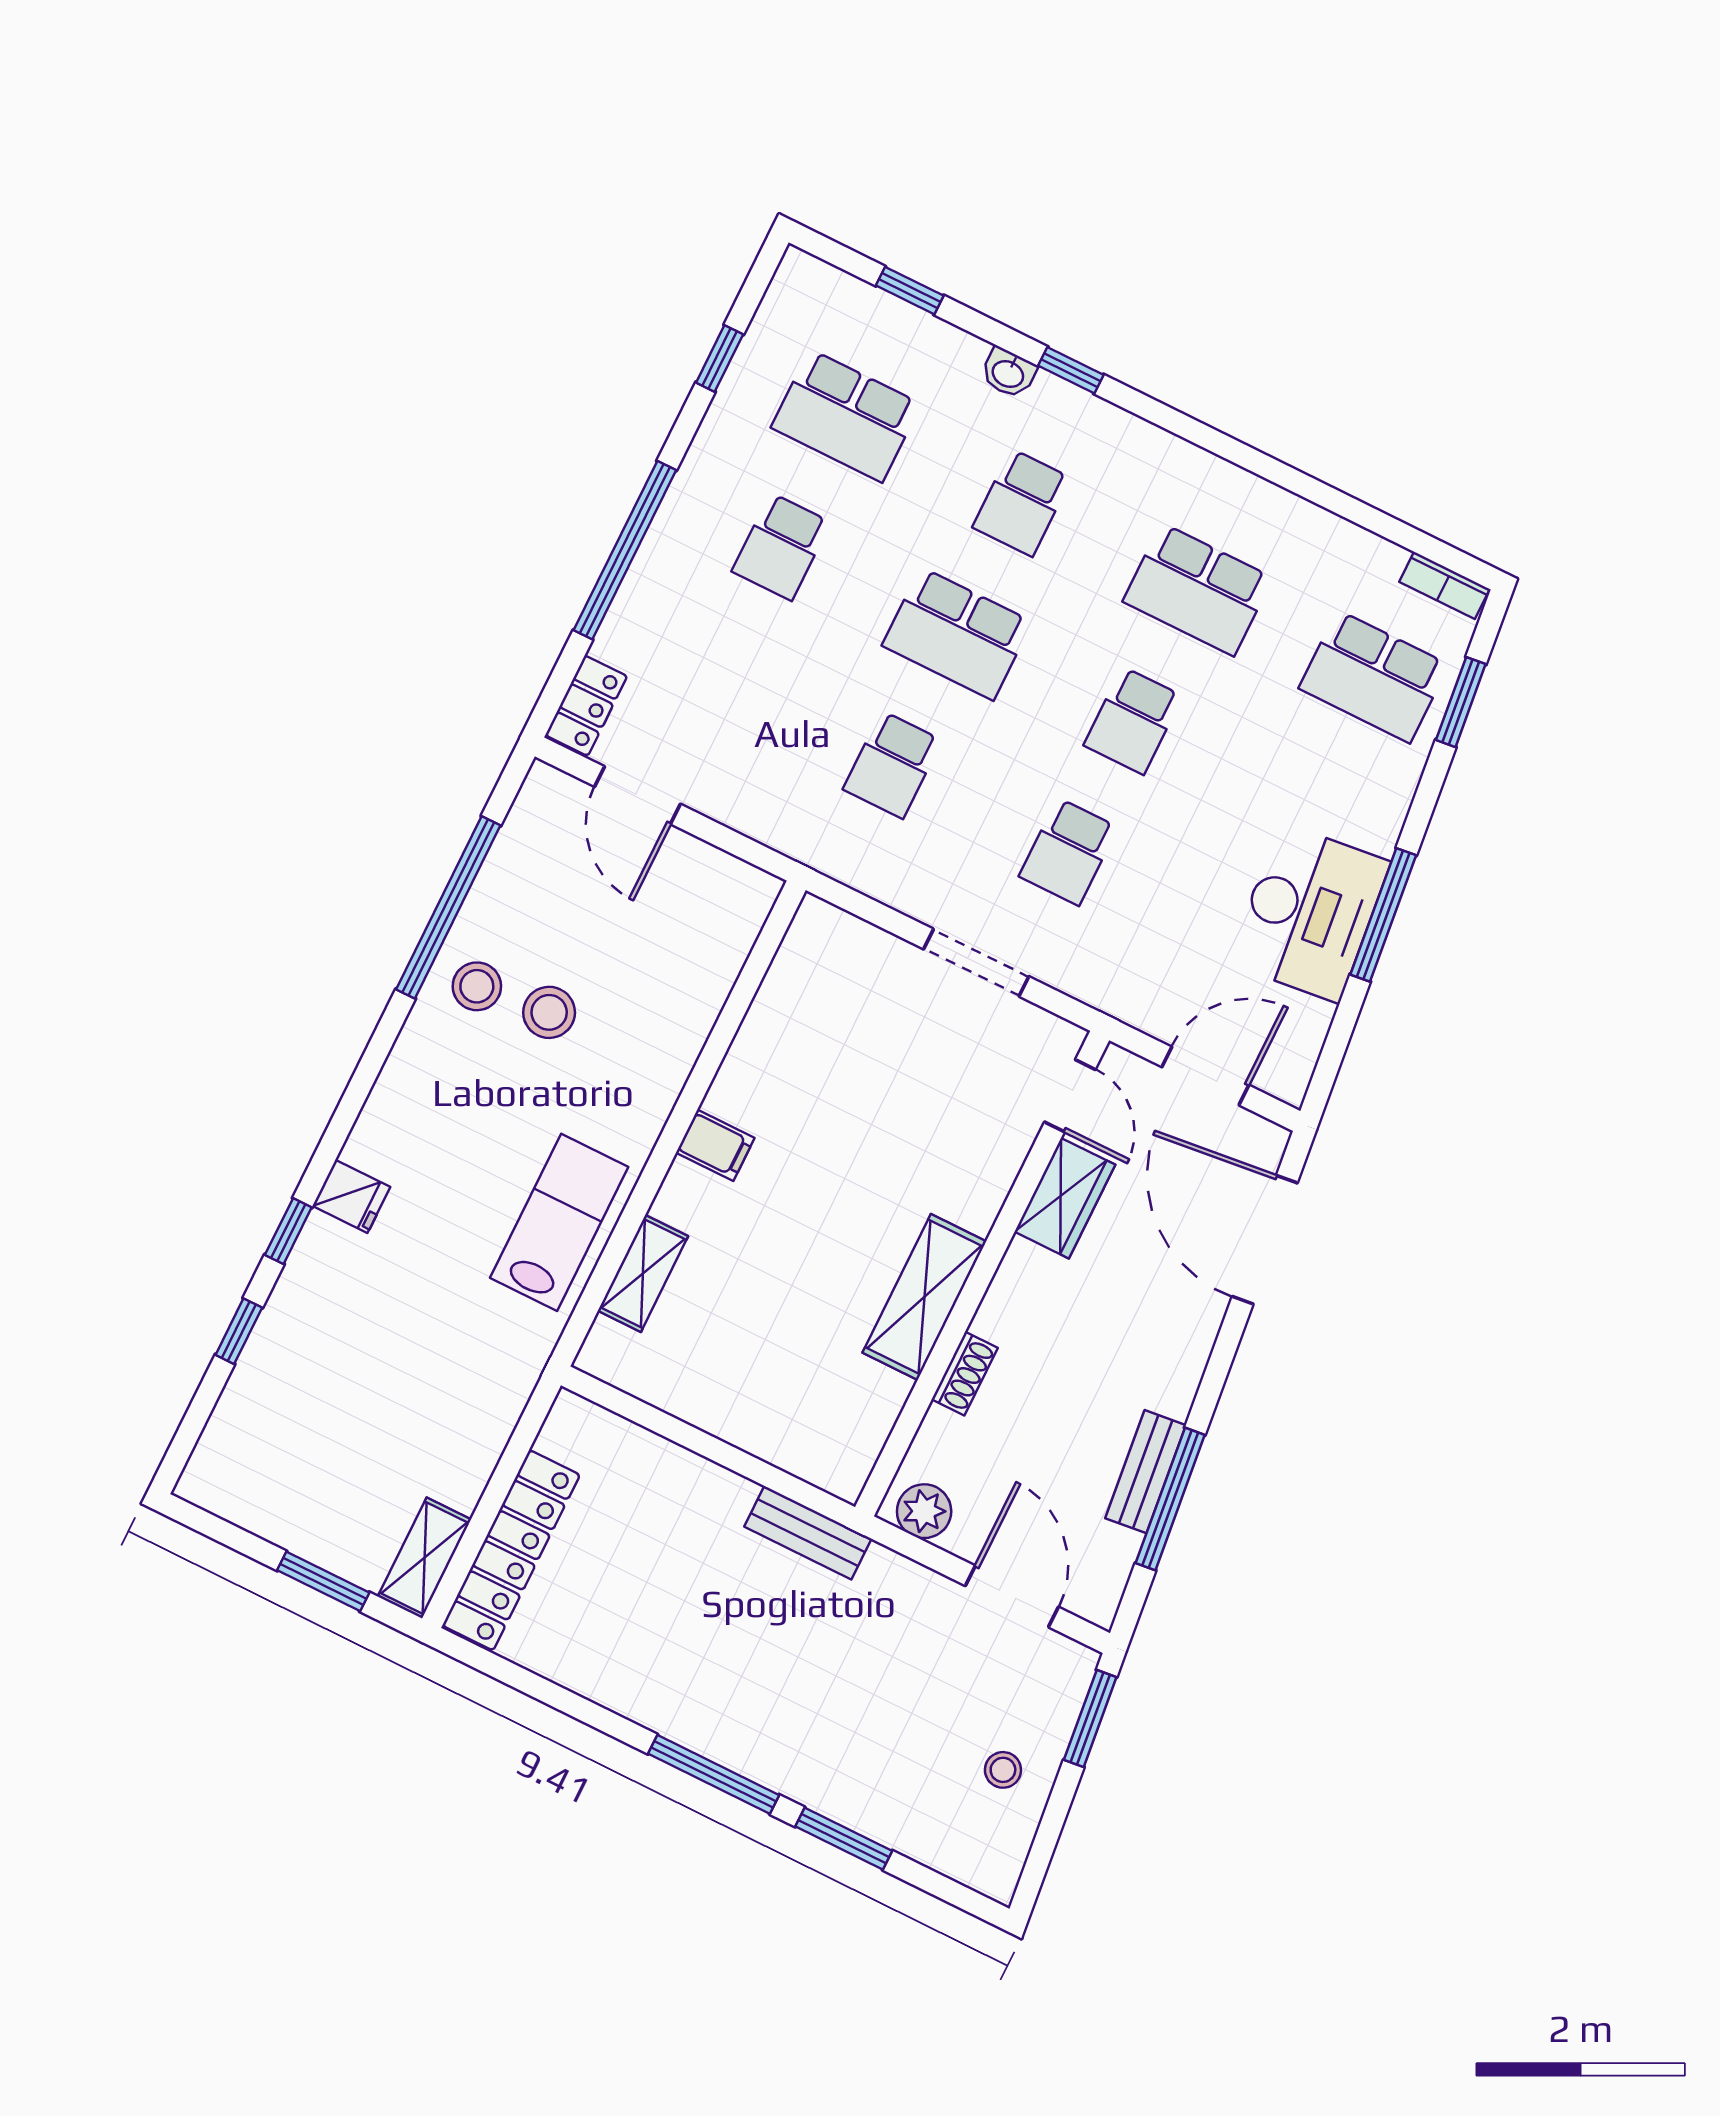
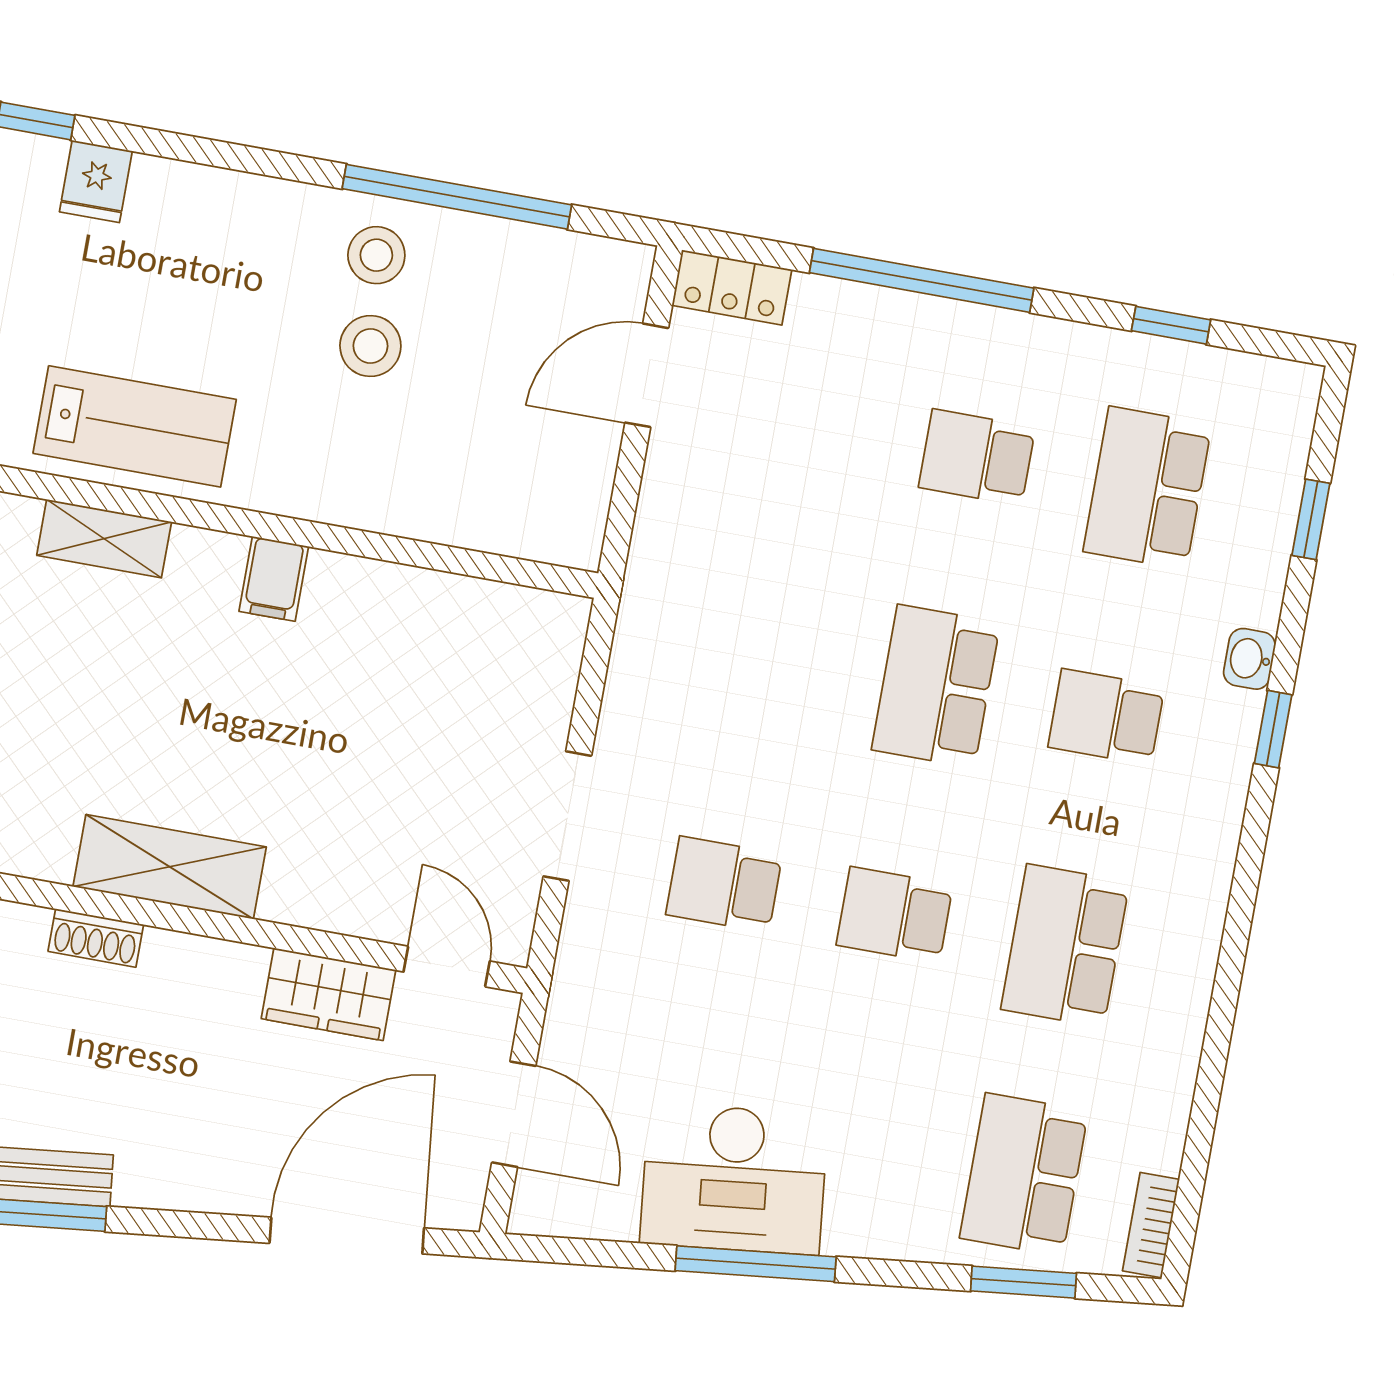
school desk: (892, 765) -> (765, 655), removed
door: (1070, 1096) -> (447, 966), swing flipped

